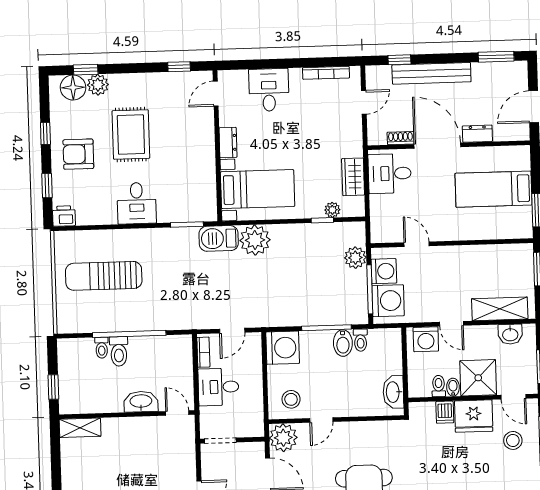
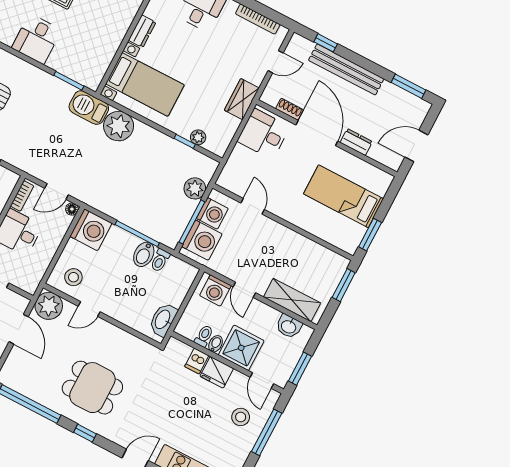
wardrobe: (353, 177) -> (242, 99), moved
floor lamp: (255, 339) -> (72, 209), added
fridge: (474, 416) -> (217, 372), width x0.73, depth x0.75

